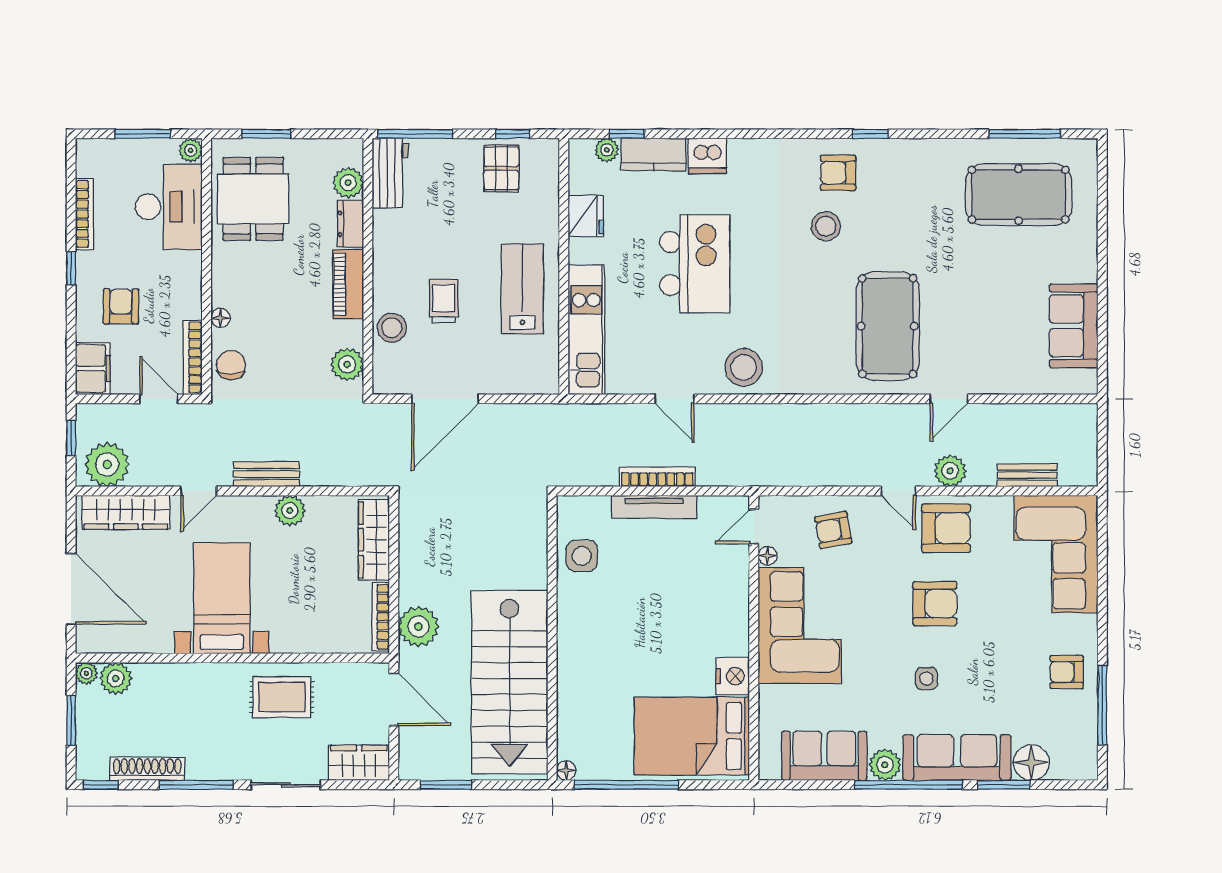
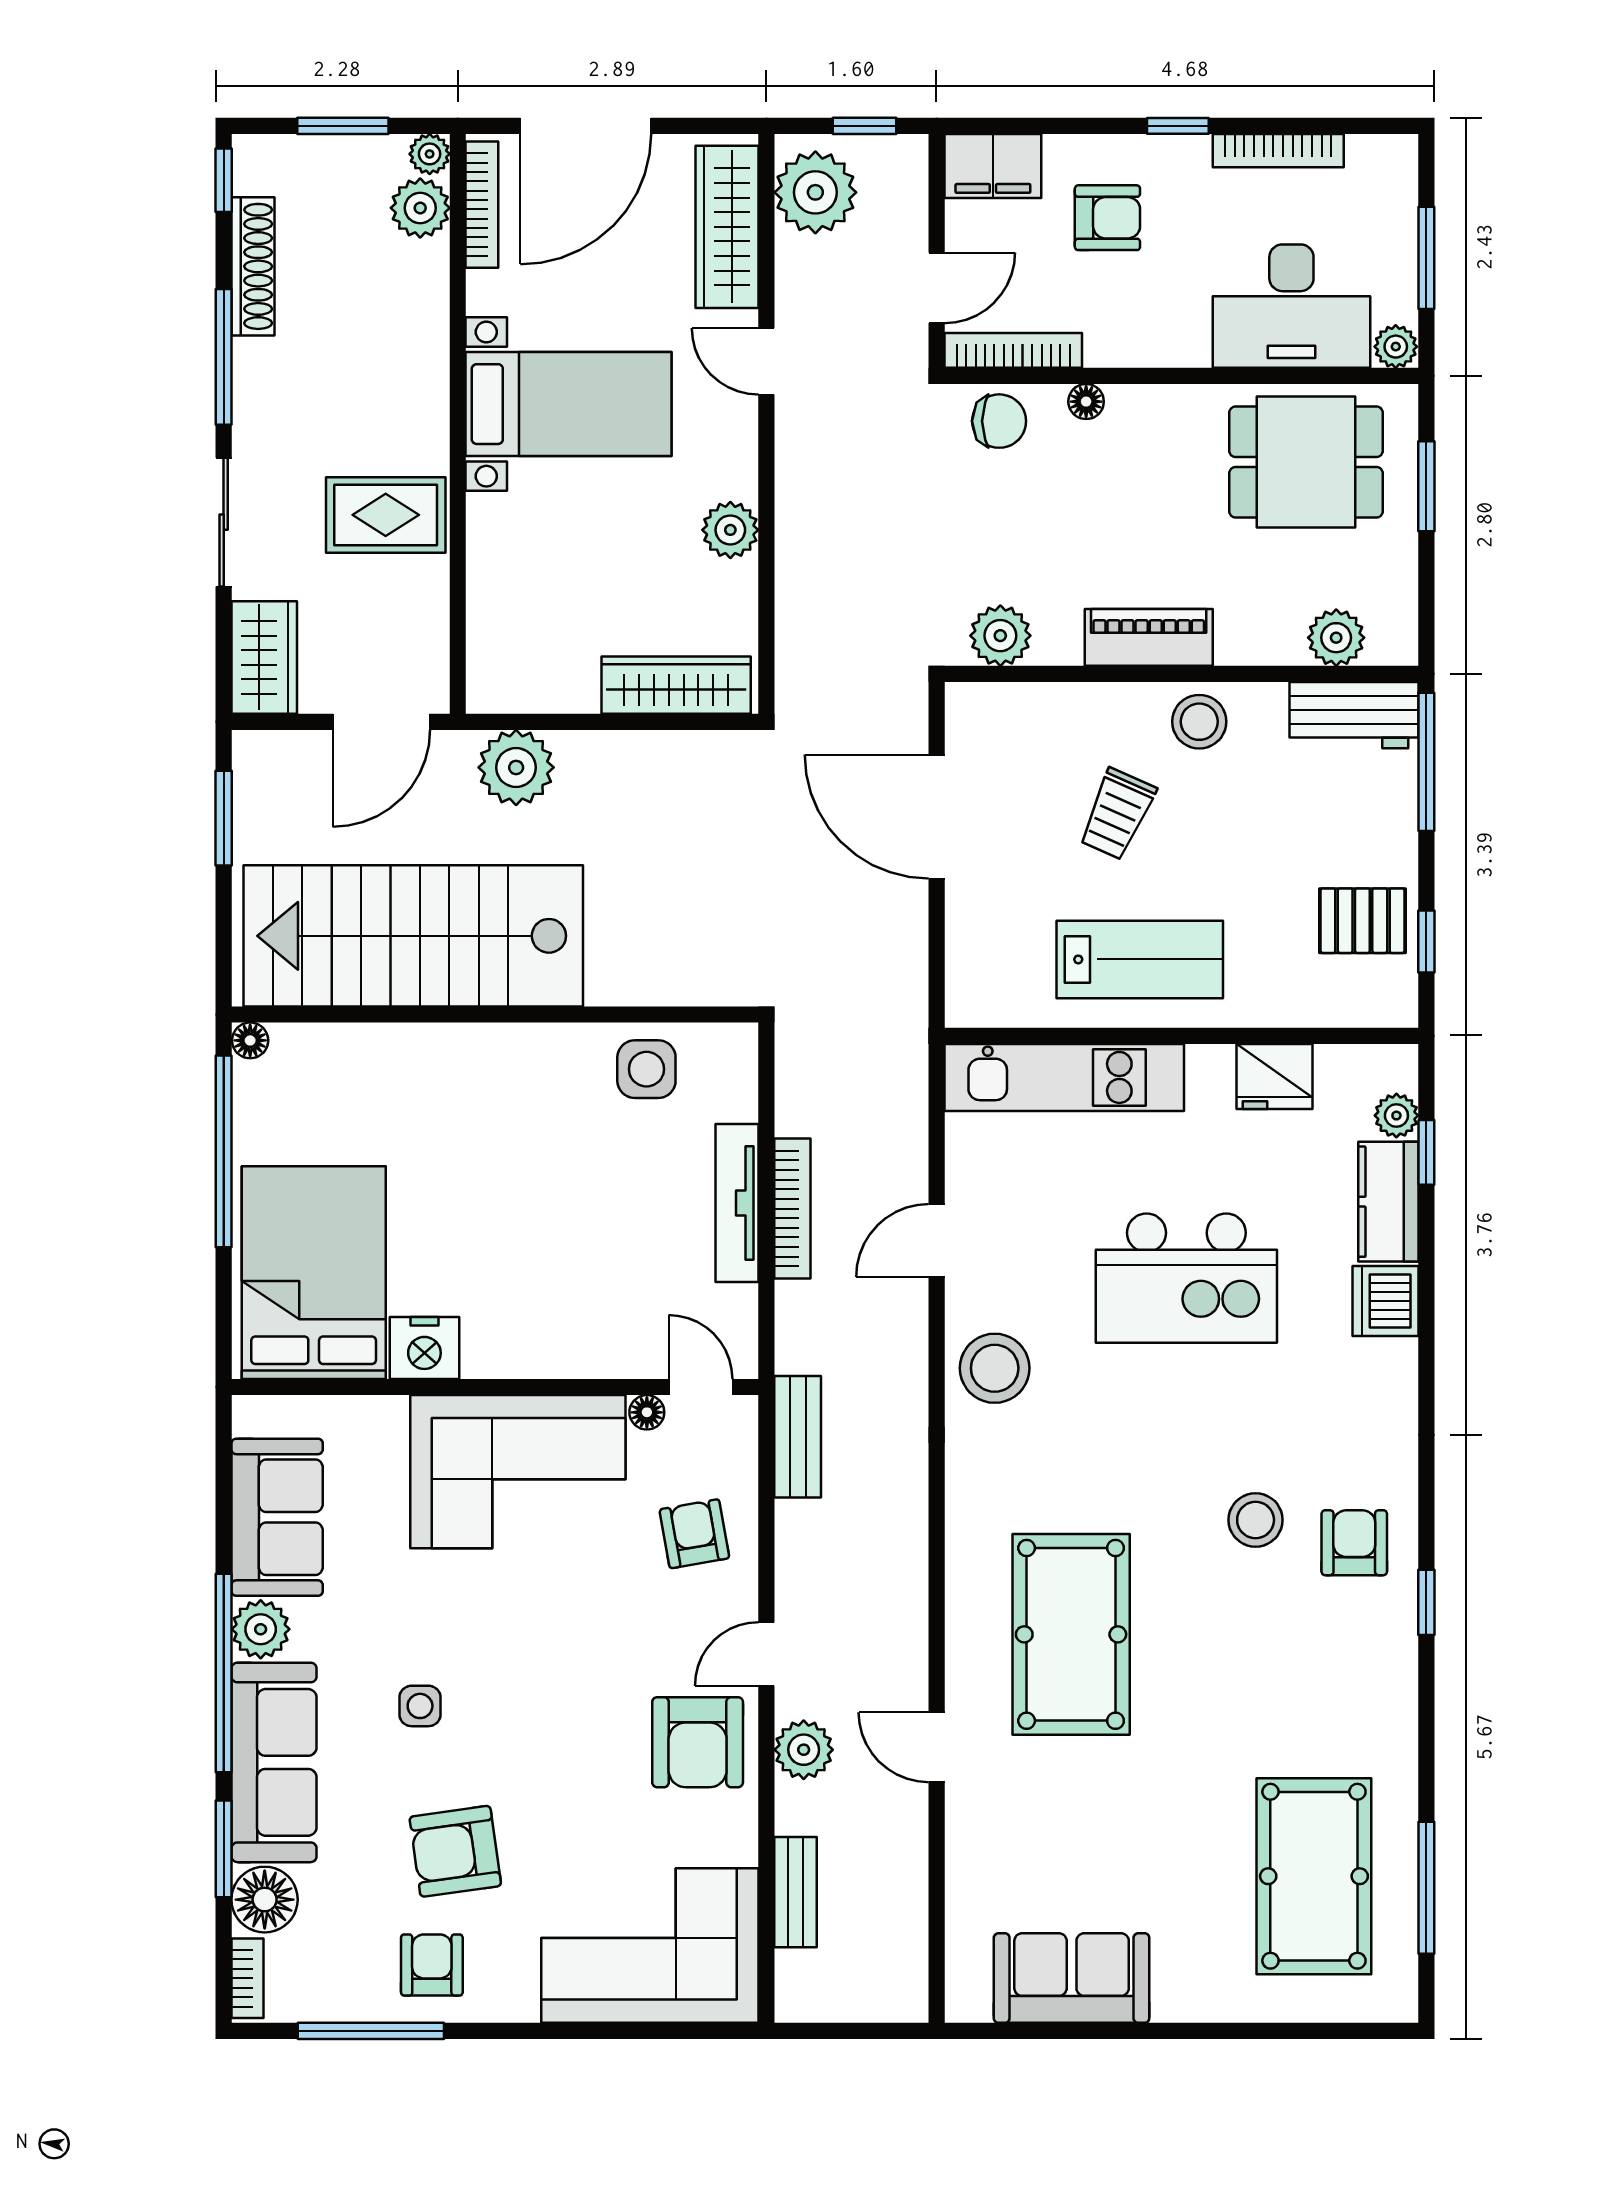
dresser: (350, 224) -> (1260, 641), removed
trolley: (444, 301) -> (1117, 814), turned 114
pool table: (888, 326) -> (1071, 1634), turned 90
stool: (392, 328) -> (1199, 722), moved
bench: (266, 474) -> (798, 1437), moved
armchair: (935, 603) -> (455, 1851), moved, turned 82
bookcase: (381, 617) -> (482, 205), moved, turned 90
rug: (282, 697) -> (386, 515), turned 90
bookcase: (1074, 772) -> (248, 1978), added

